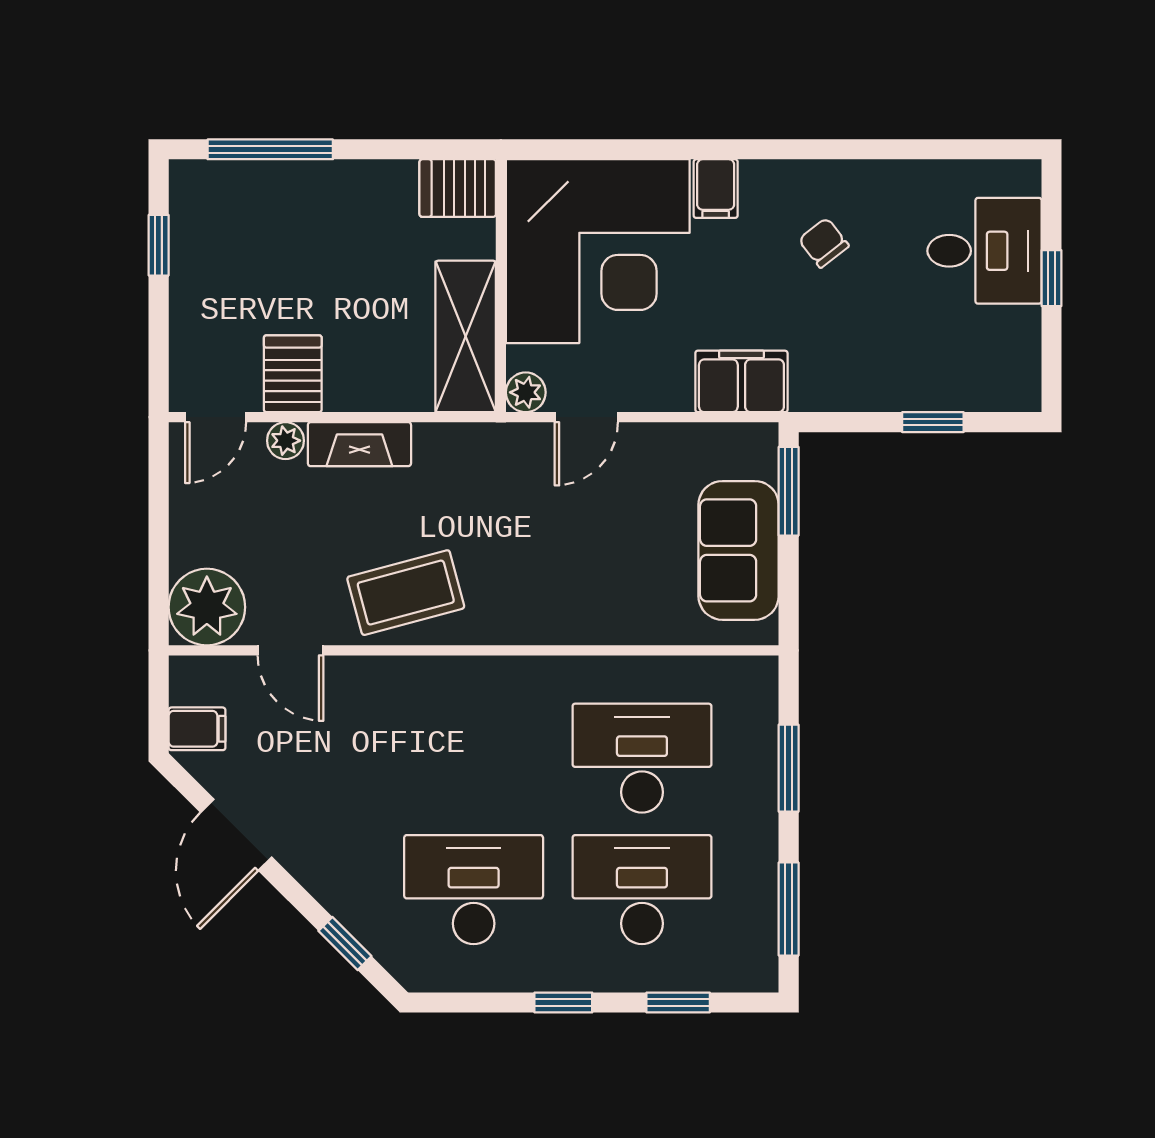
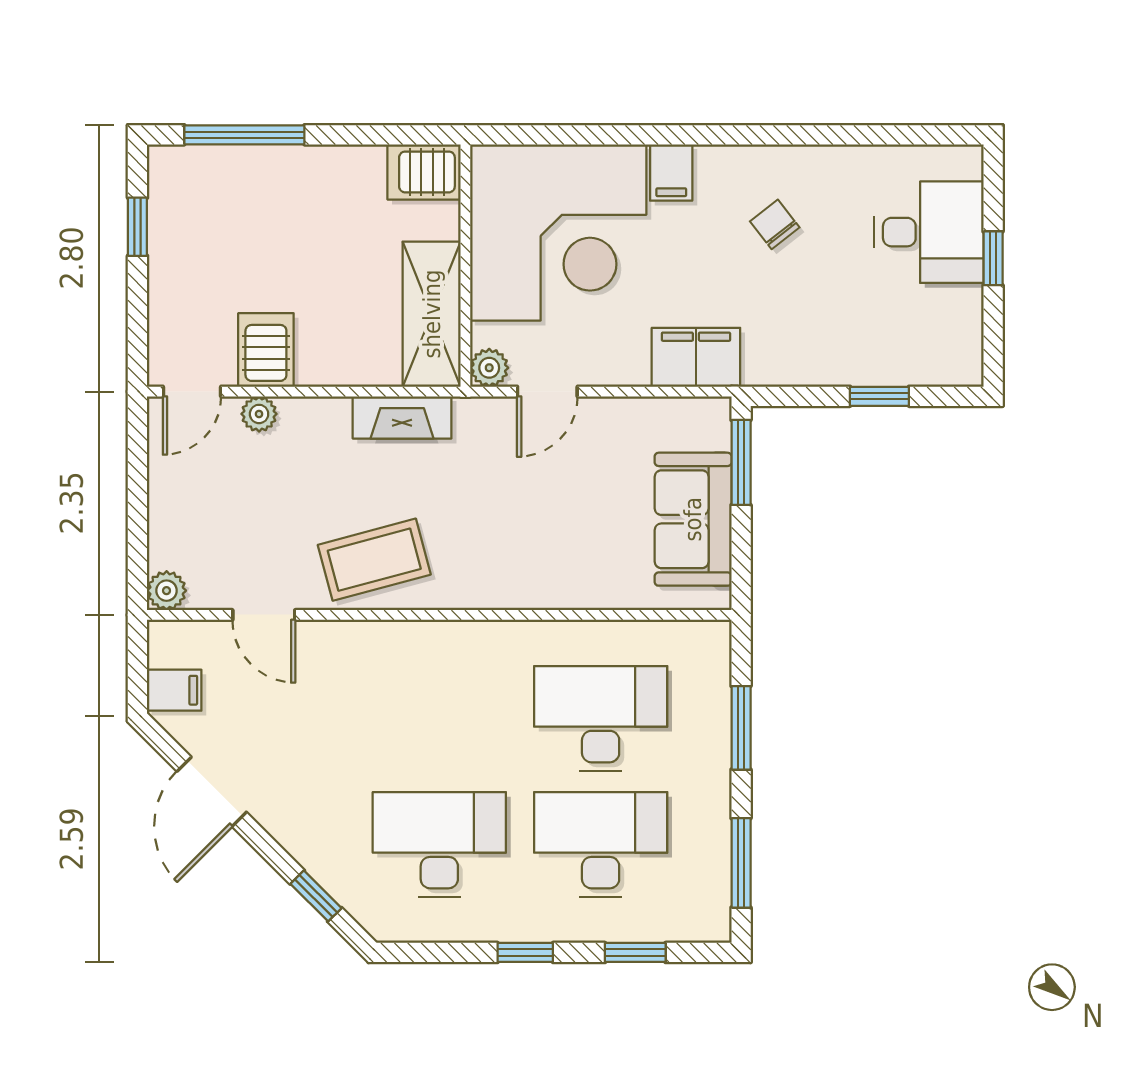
fireplace: (359, 444) -> (402, 417), moved
plant: (207, 607) -> (167, 591), width x0.53, depth x0.53

